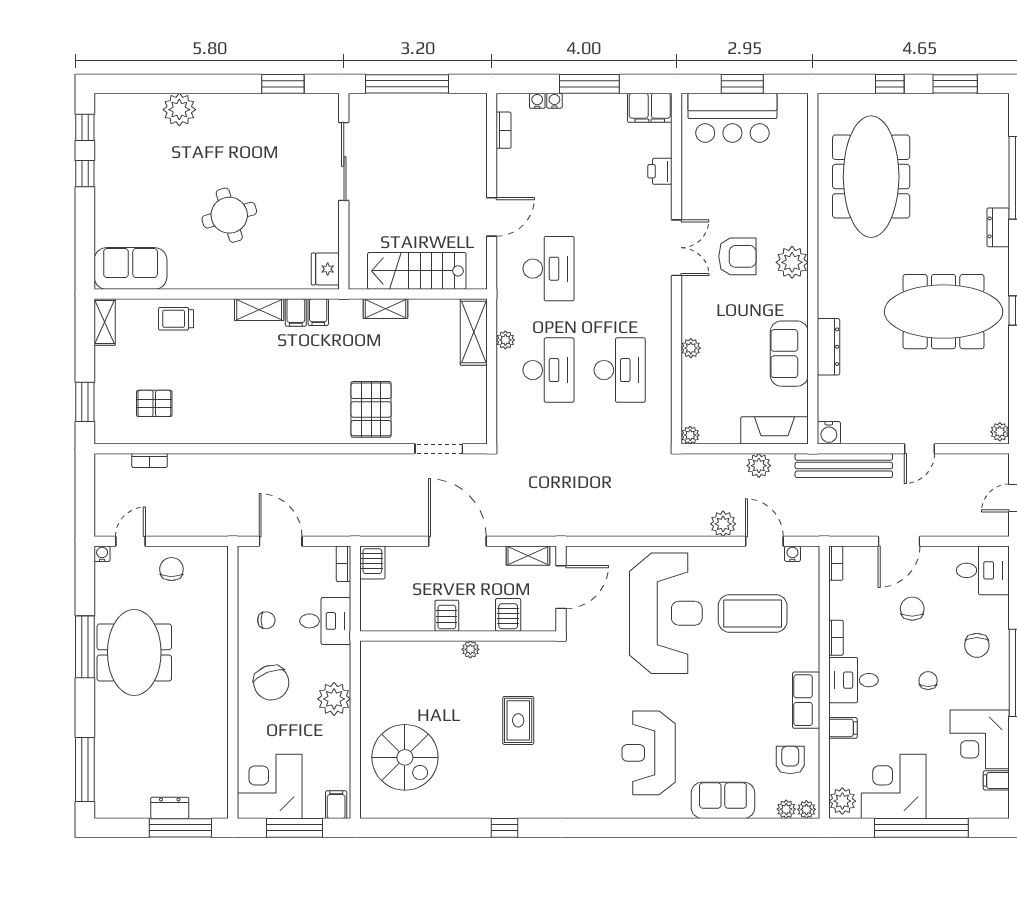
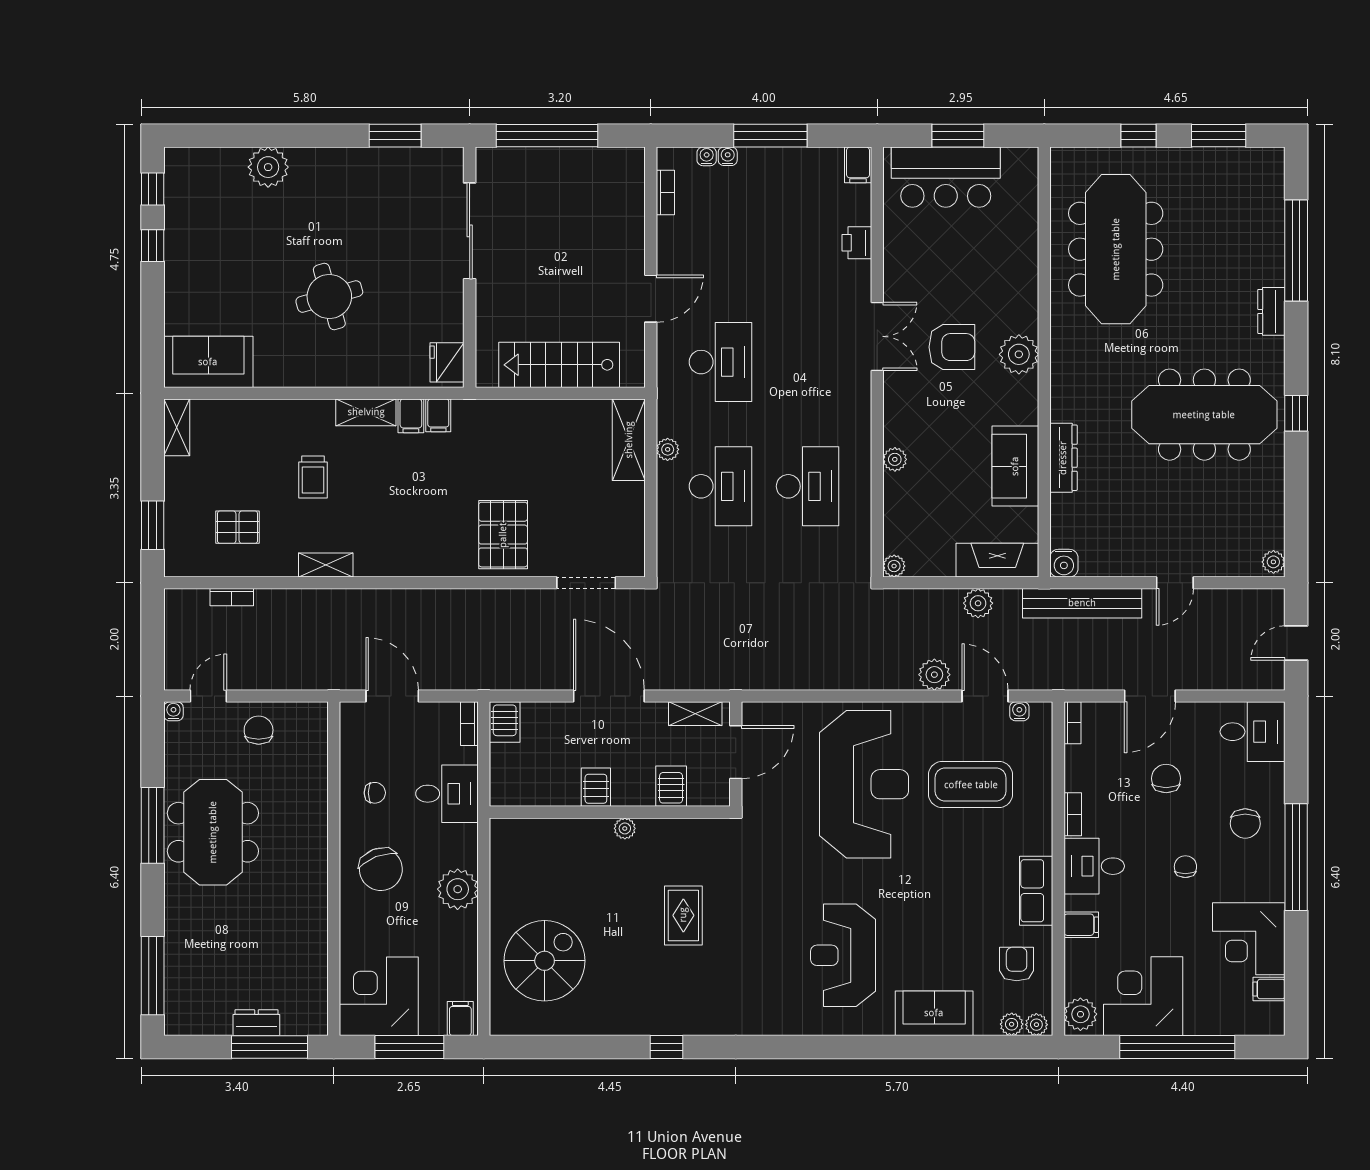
filing cabinet: (650, 108) -> (858, 165), width x0.50
shelving: (386, 309) -> (326, 565), moved
trolley: (176, 319) -> (313, 477), moved, turned -90
spiral stairs: (405, 757) -> (545, 961), turned -90

